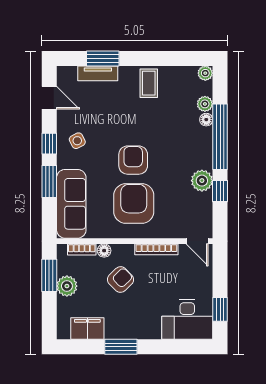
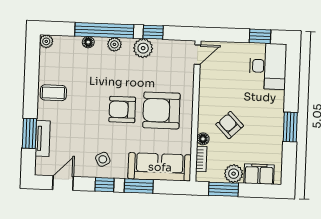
plant: (205, 104) -> (114, 44), moved
bookcase: (156, 249) -> (204, 92), removed
filing cabinet: (87, 328) -> (259, 174), moved, turned 90

